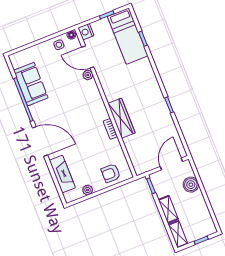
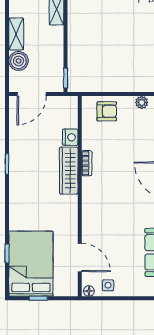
nightstand: (86, 32) -> (70, 137), moved
bed: (128, 36) -> (31, 264), width x1.50
plant: (88, 75) -> (88, 237), removed
shelving: (168, 209) -> (16, 34), moved

